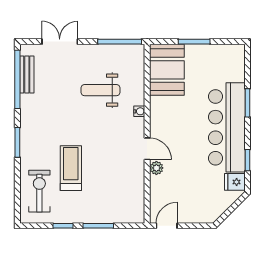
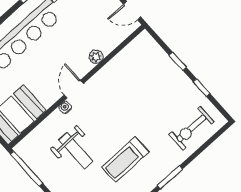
door: (147, 149) -> (74, 89), moved
treadmill: (71, 168) -> (125, 160), moved
window: (98, 226) -> (178, 61), width x0.67

